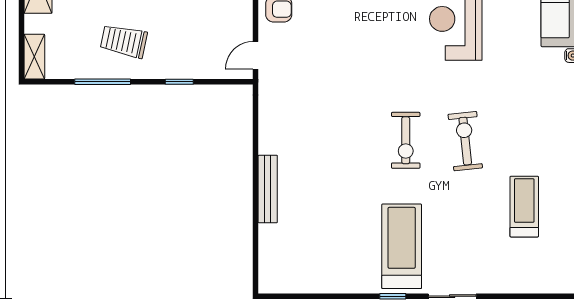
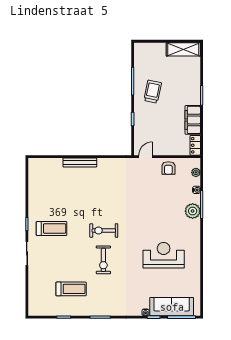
door: (256, 55) -> (146, 157), hinge flipped
shelving: (34, 57) -> (145, 48), removed
exercise bike: (465, 141) -> (103, 260), turned 96
treadmill: (402, 246) -> (52, 229), width x0.73, depth x0.73

